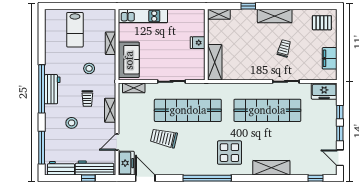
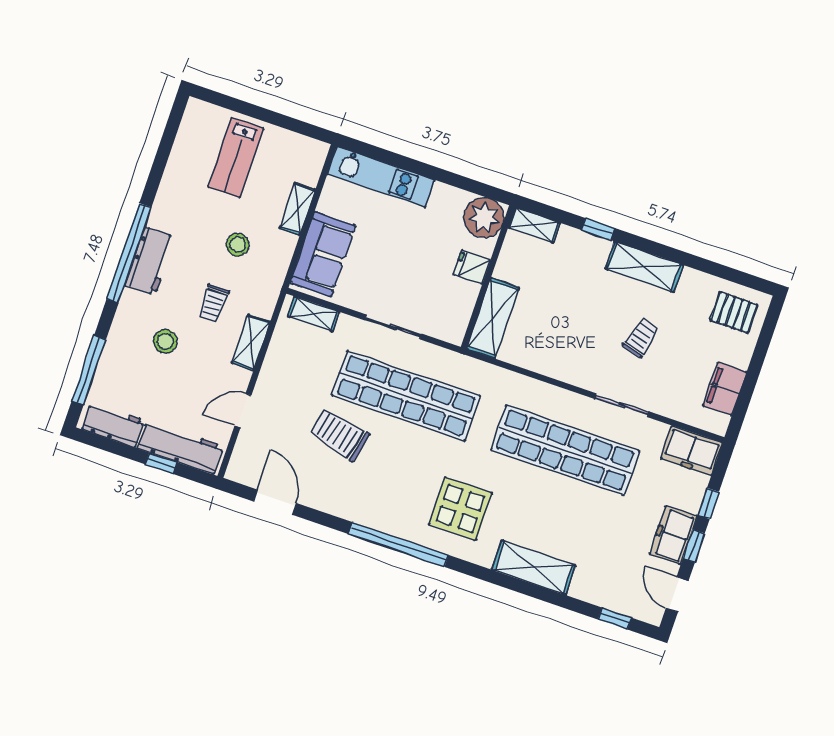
plant: (195, 19) -> (484, 218), added
freezer: (126, 163) -> (673, 535), moved, turned 180

